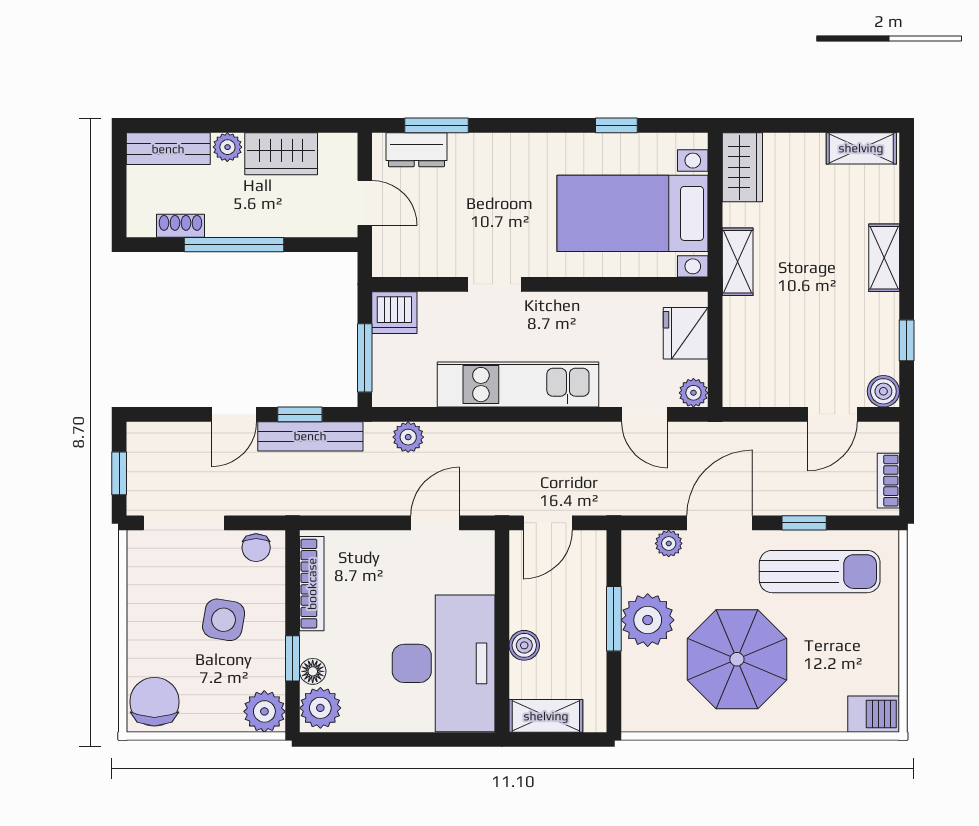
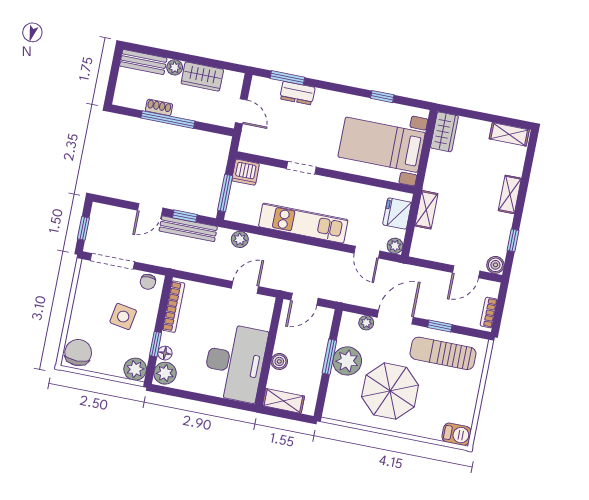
dresser: (416, 150) -> (297, 93), moved
shoe rack: (180, 226) -> (159, 107), moved
shelving: (738, 262) -> (426, 210), moved
sun lounger: (820, 572) -> (443, 353), turned 180

